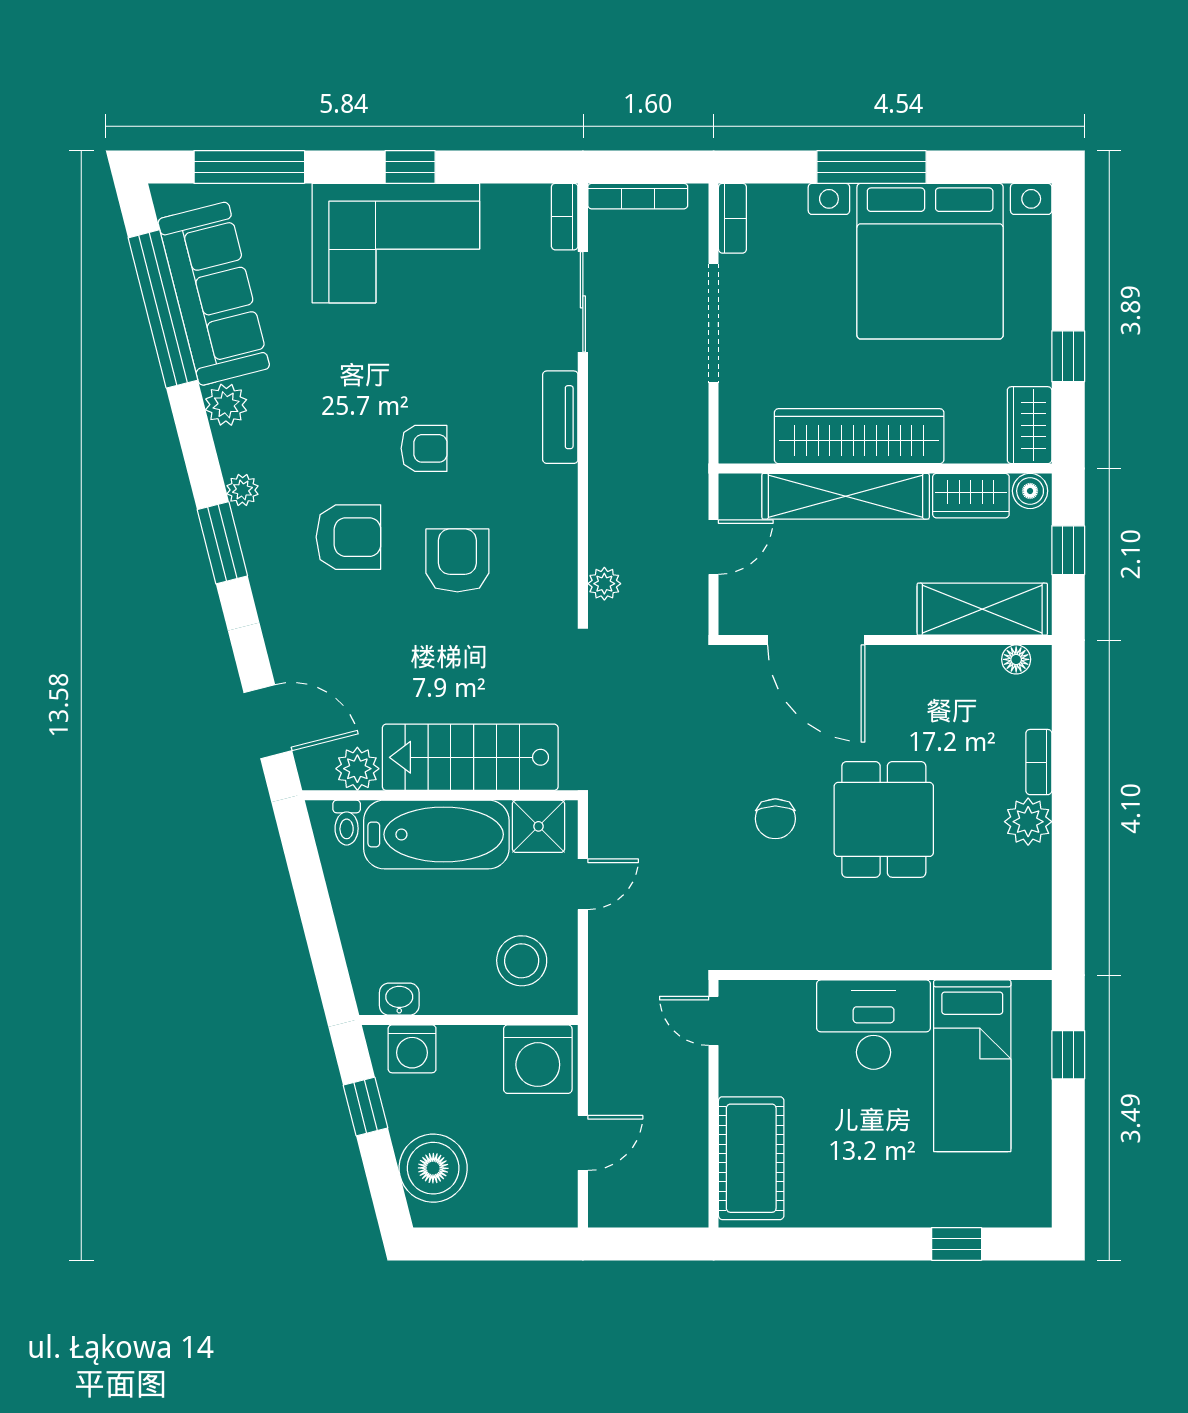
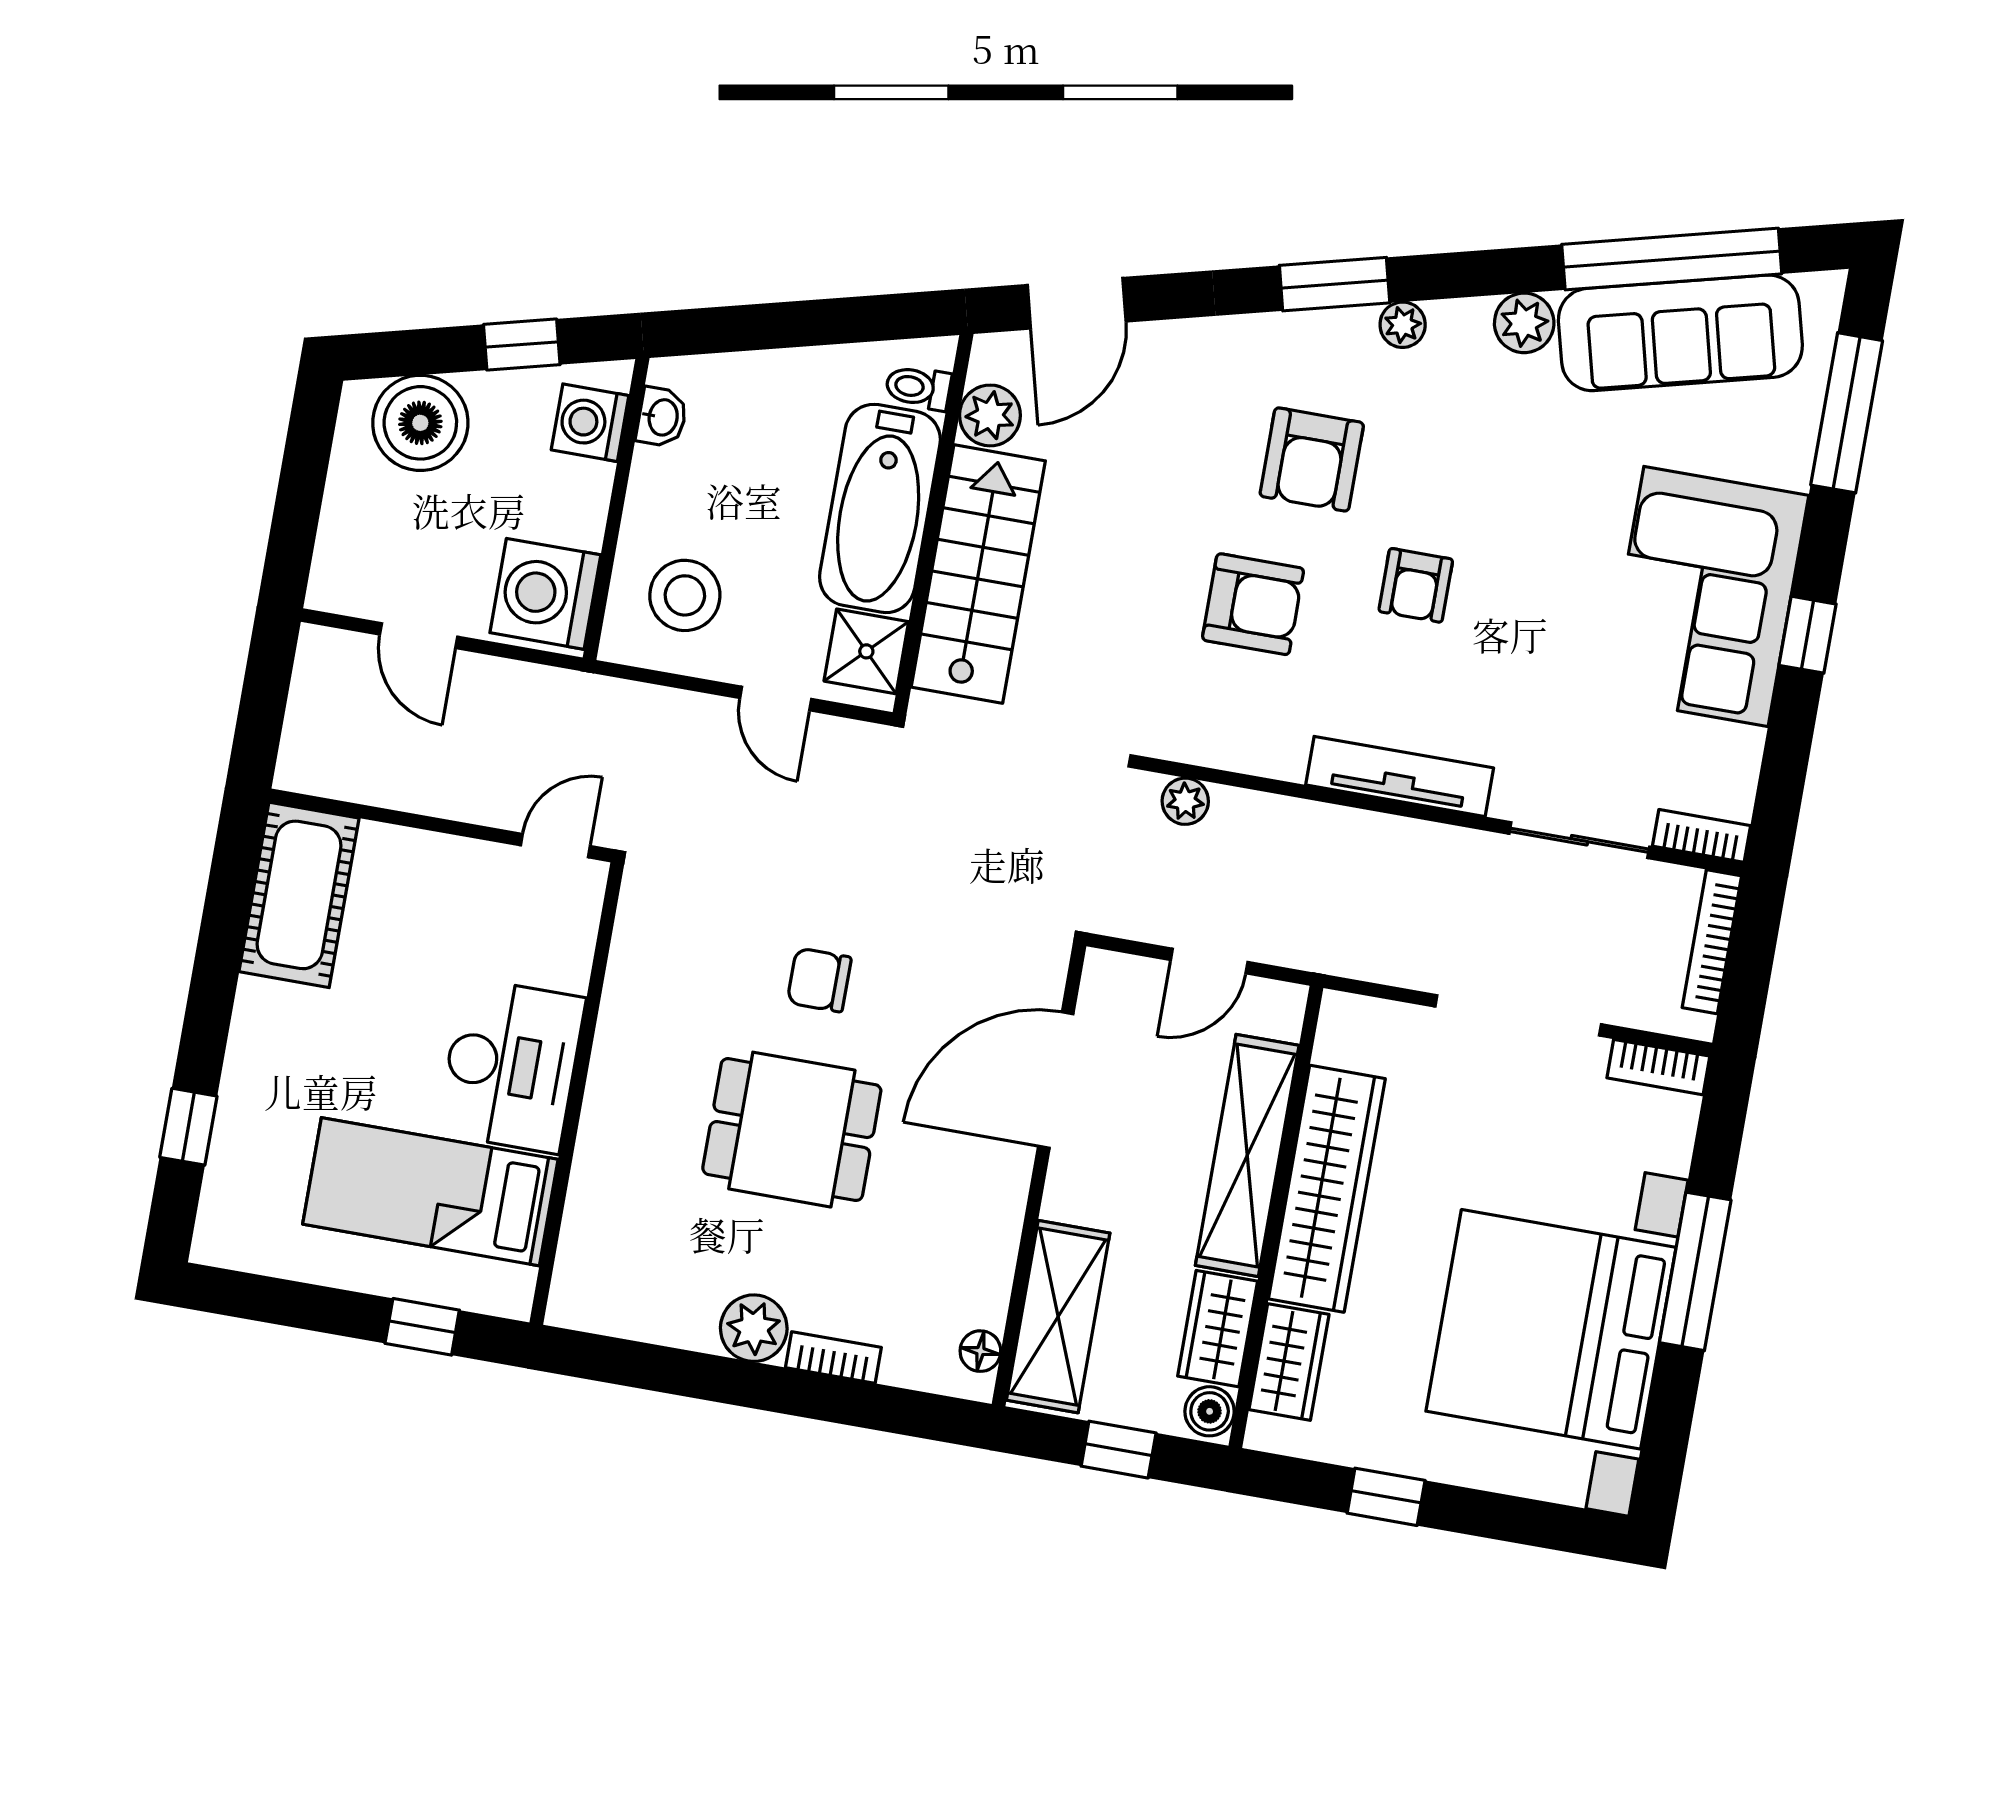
tv unit: (560, 417) -> (1400, 776), width x1.41
wardrobe: (1030, 425) -> (1289, 1362), moved, turned 90
door: (714, 547) -> (1209, 961), hinge flipped
cot: (751, 1158) -> (299, 895), moved, turned 90

